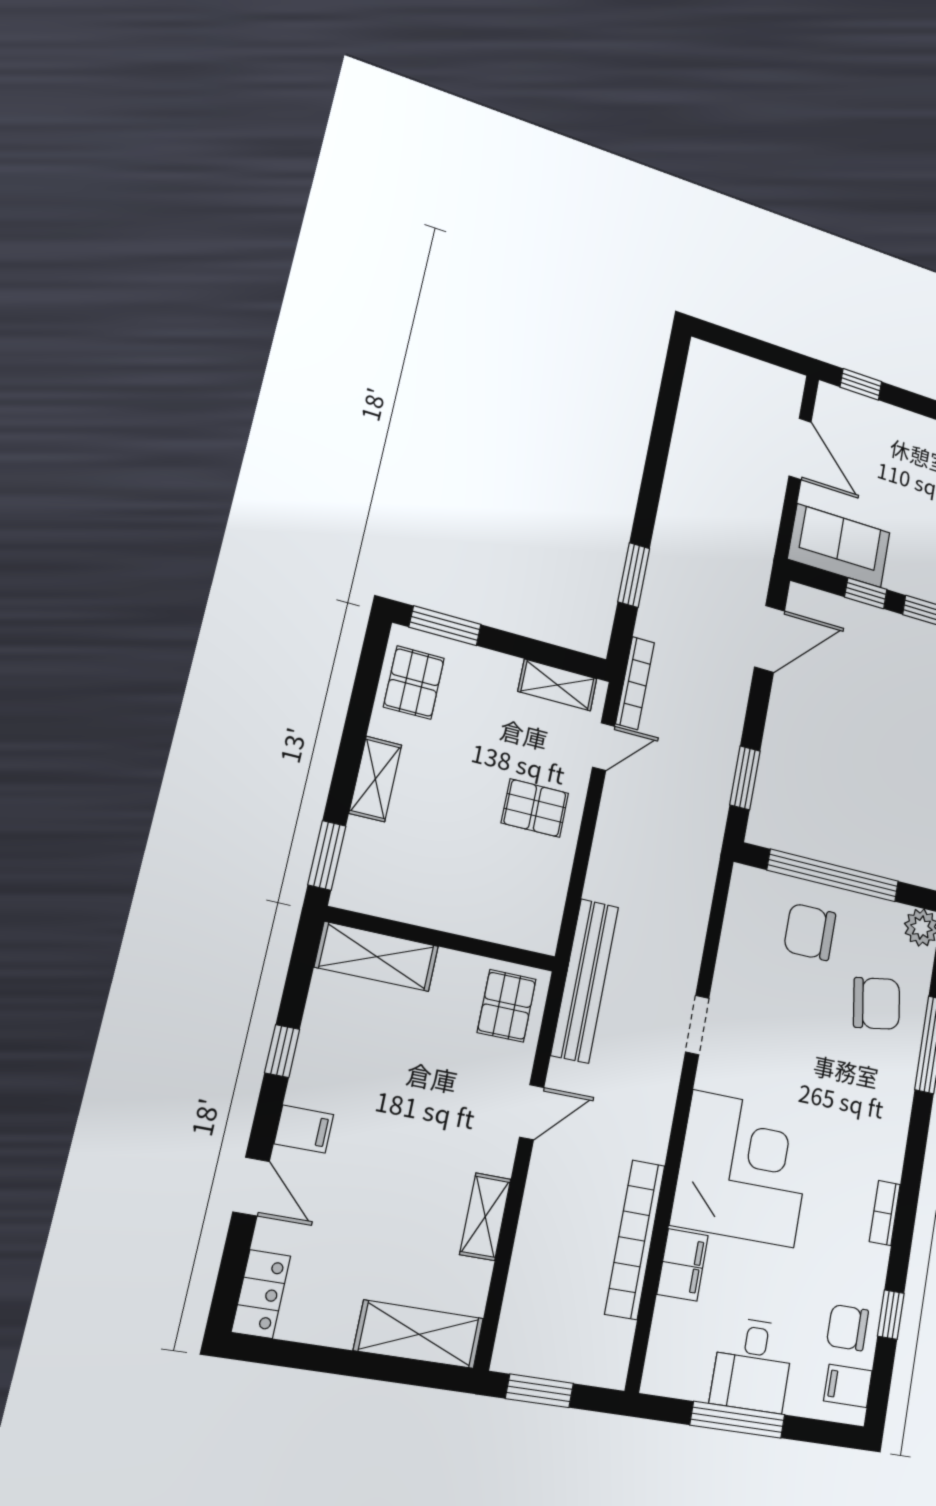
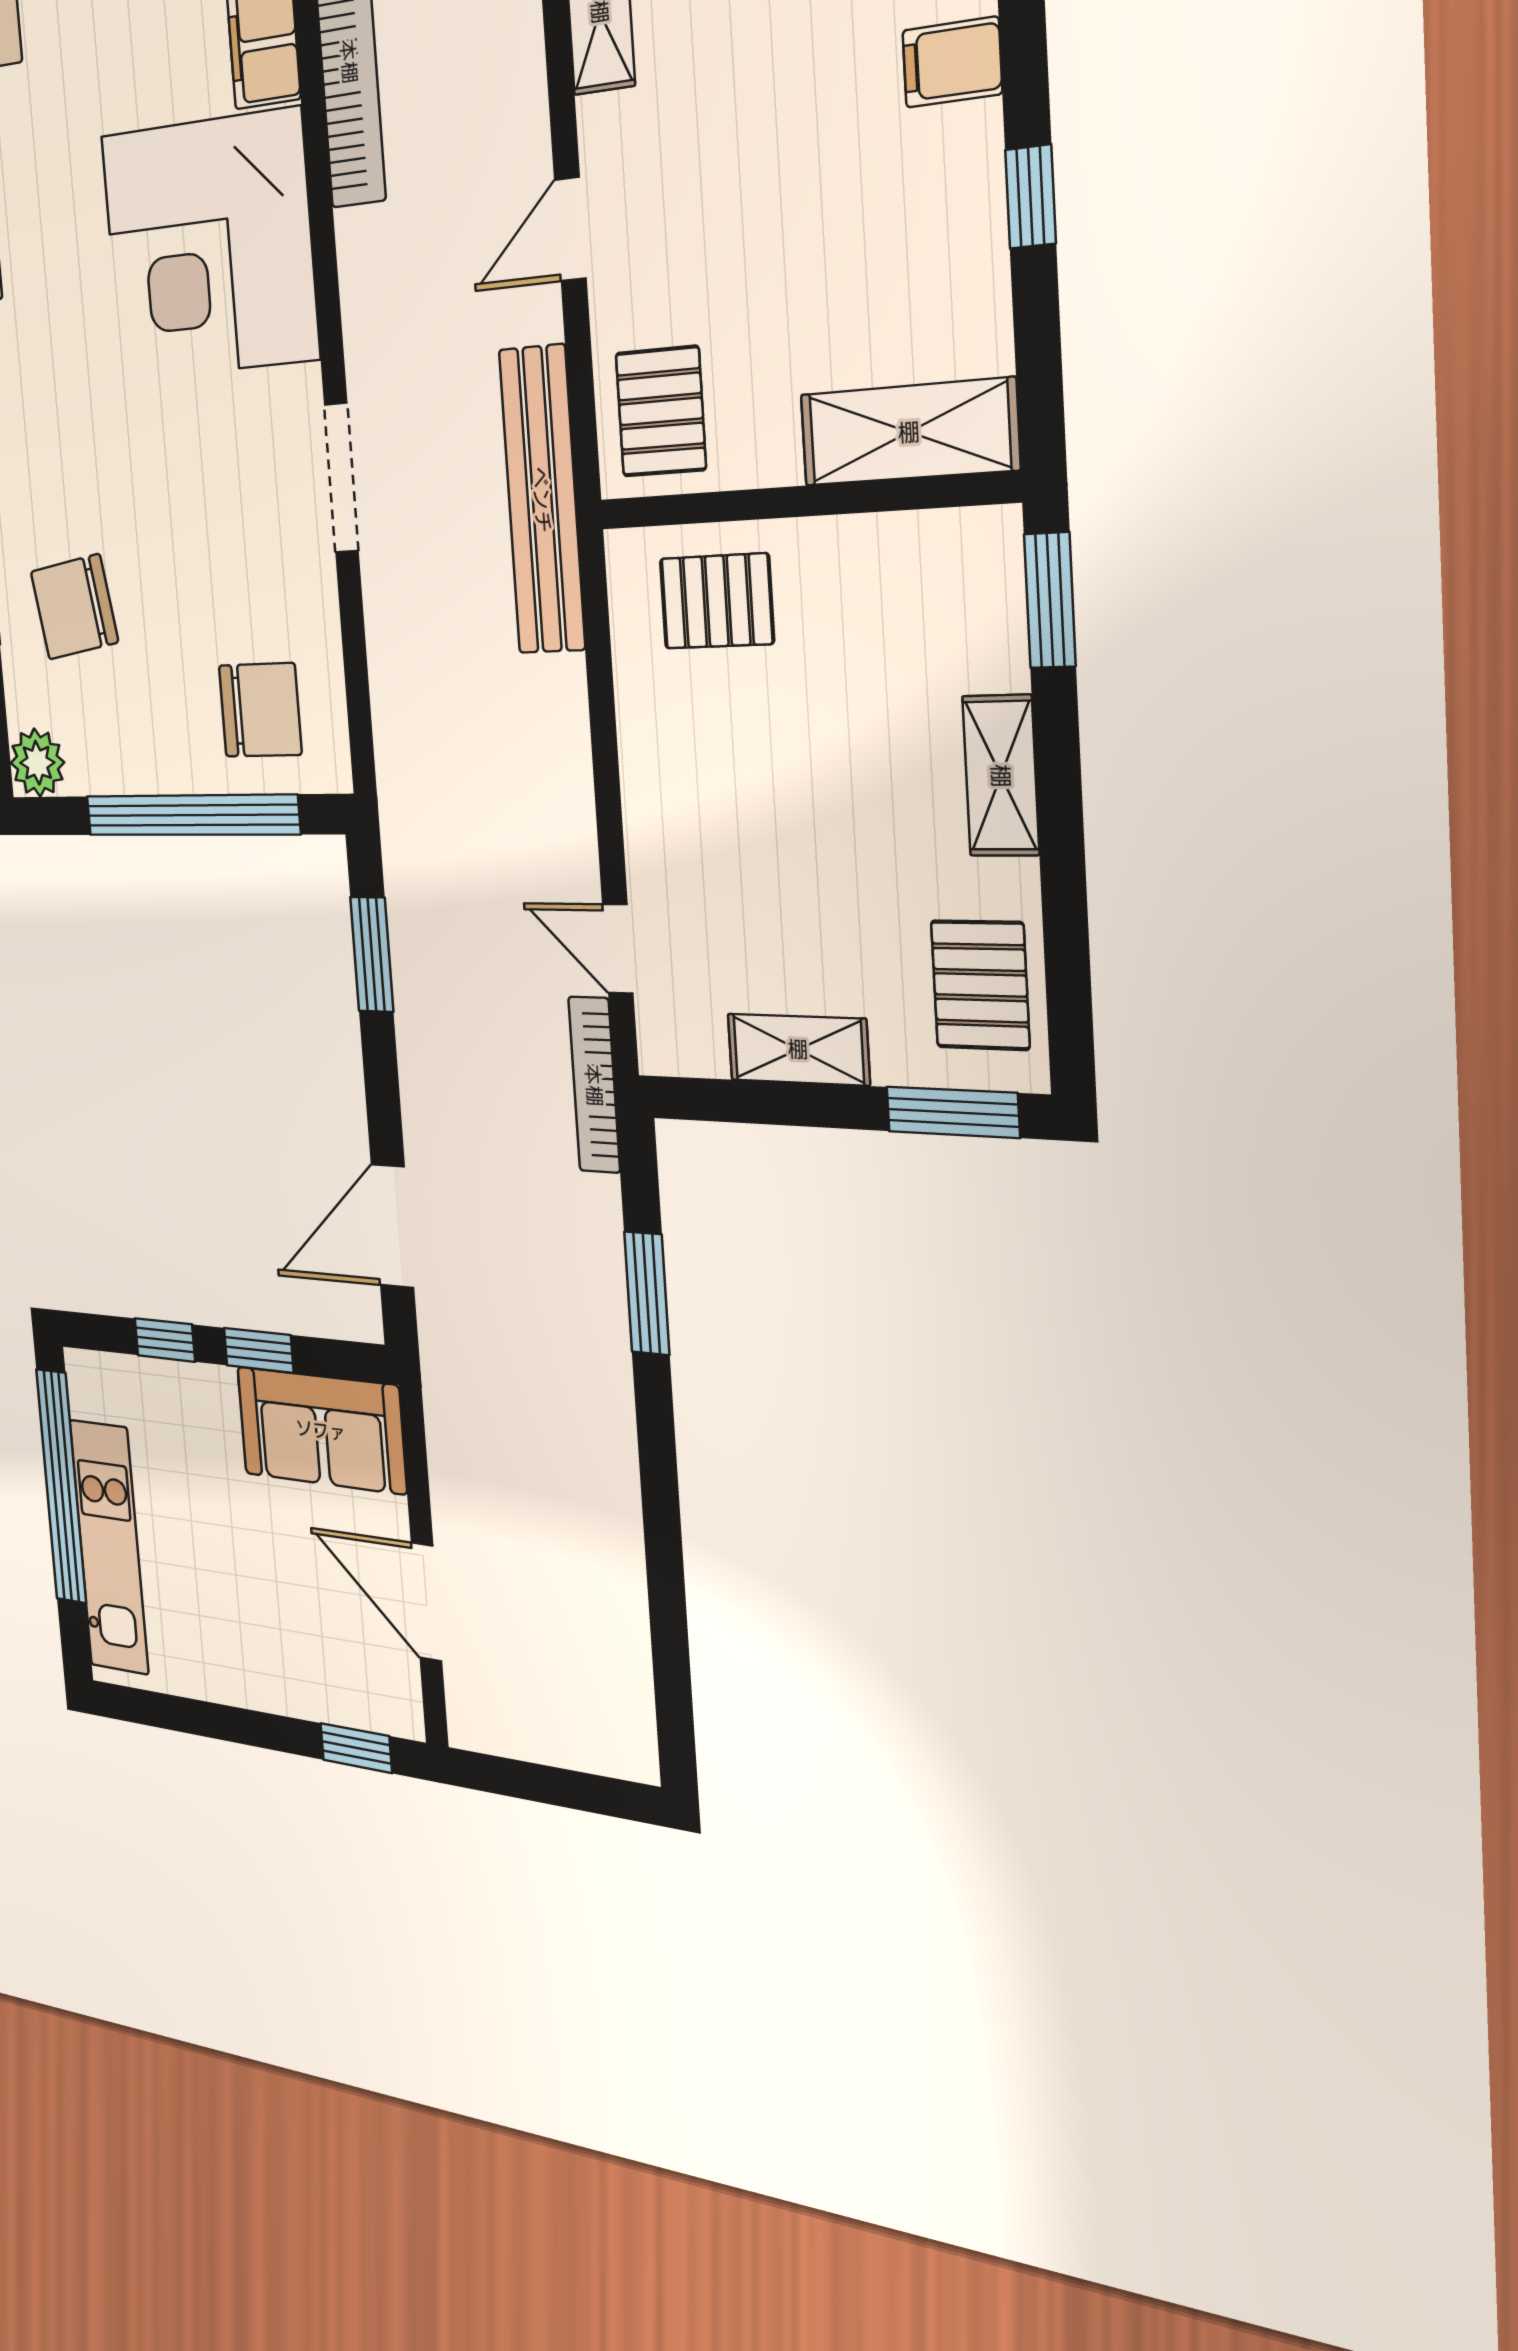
shelving: (557, 685) -> (798, 1049), moved
door: (604, 747) -> (618, 949), hinge flipped
pallet: (535, 808) -> (717, 601), moved
chair: (810, 932) -> (260, 710), moved
doorway: (697, 1025) -> (341, 478), width x1.38

